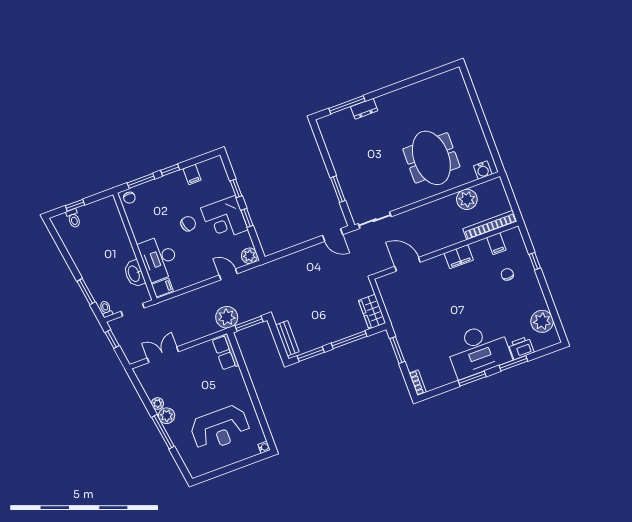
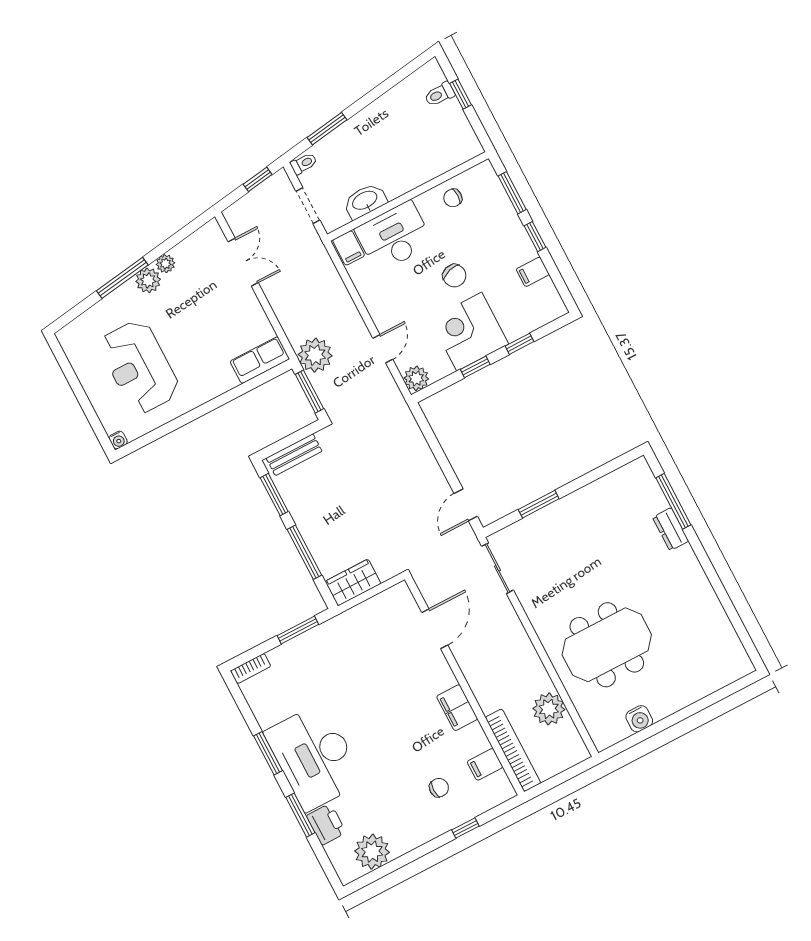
water cooler: (483, 170) -> (639, 719), moved, turned -90
chair: (129, 198) -> (453, 198), moved

